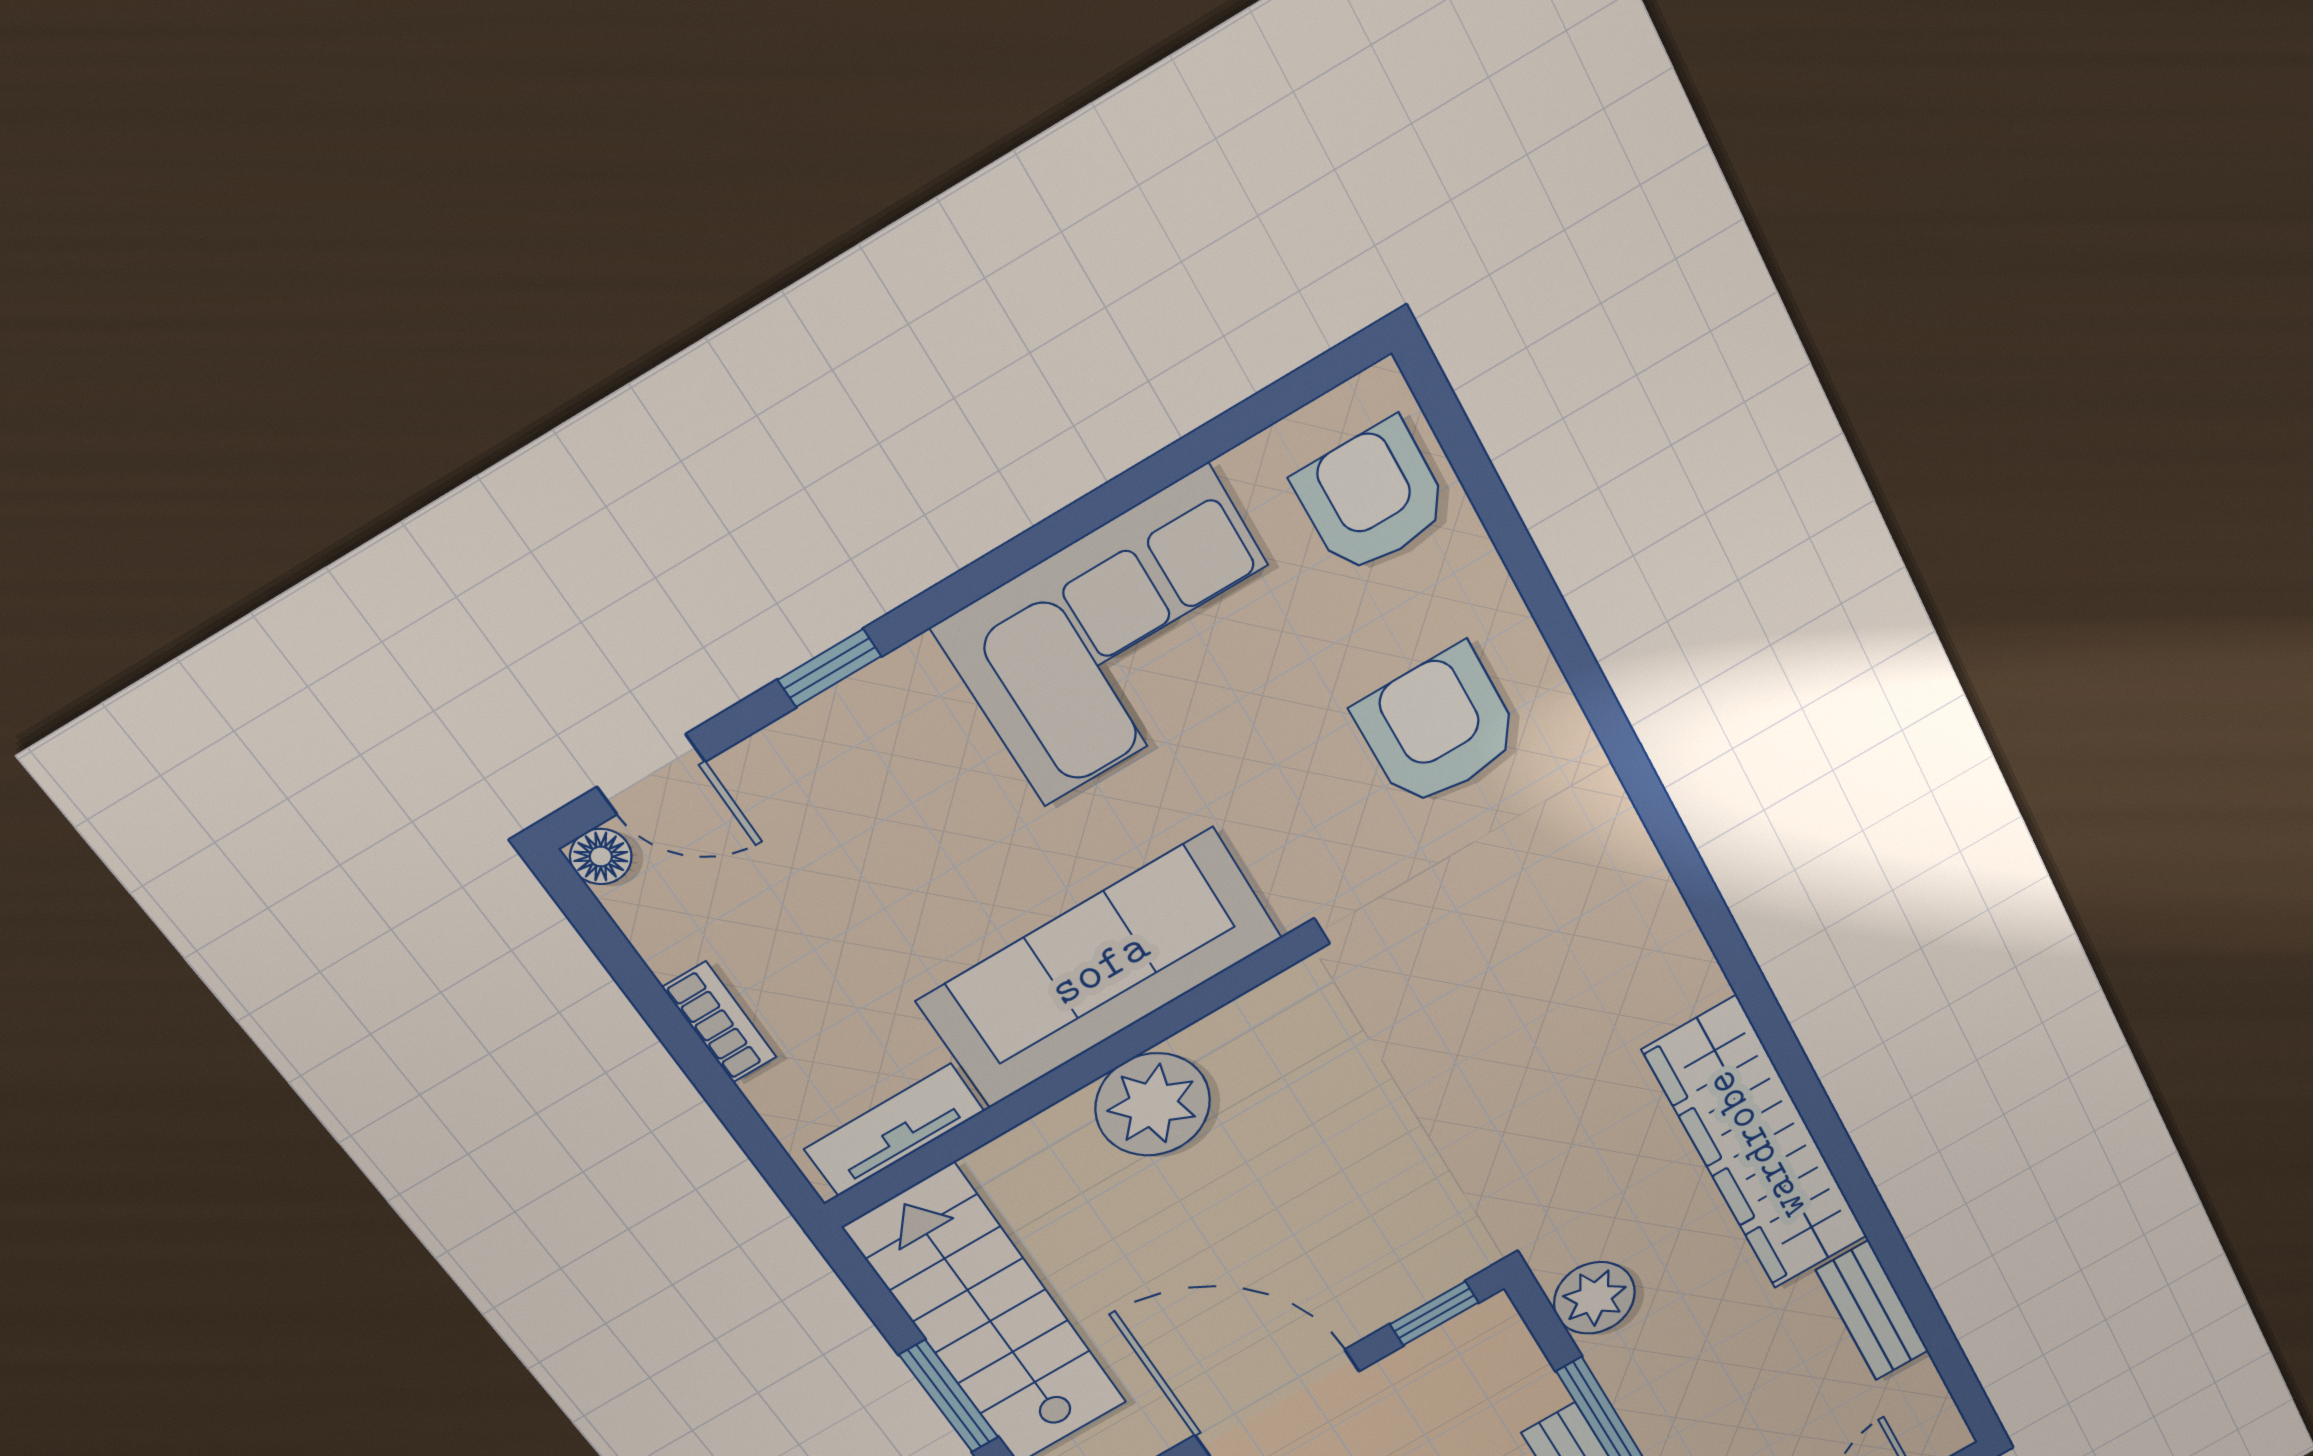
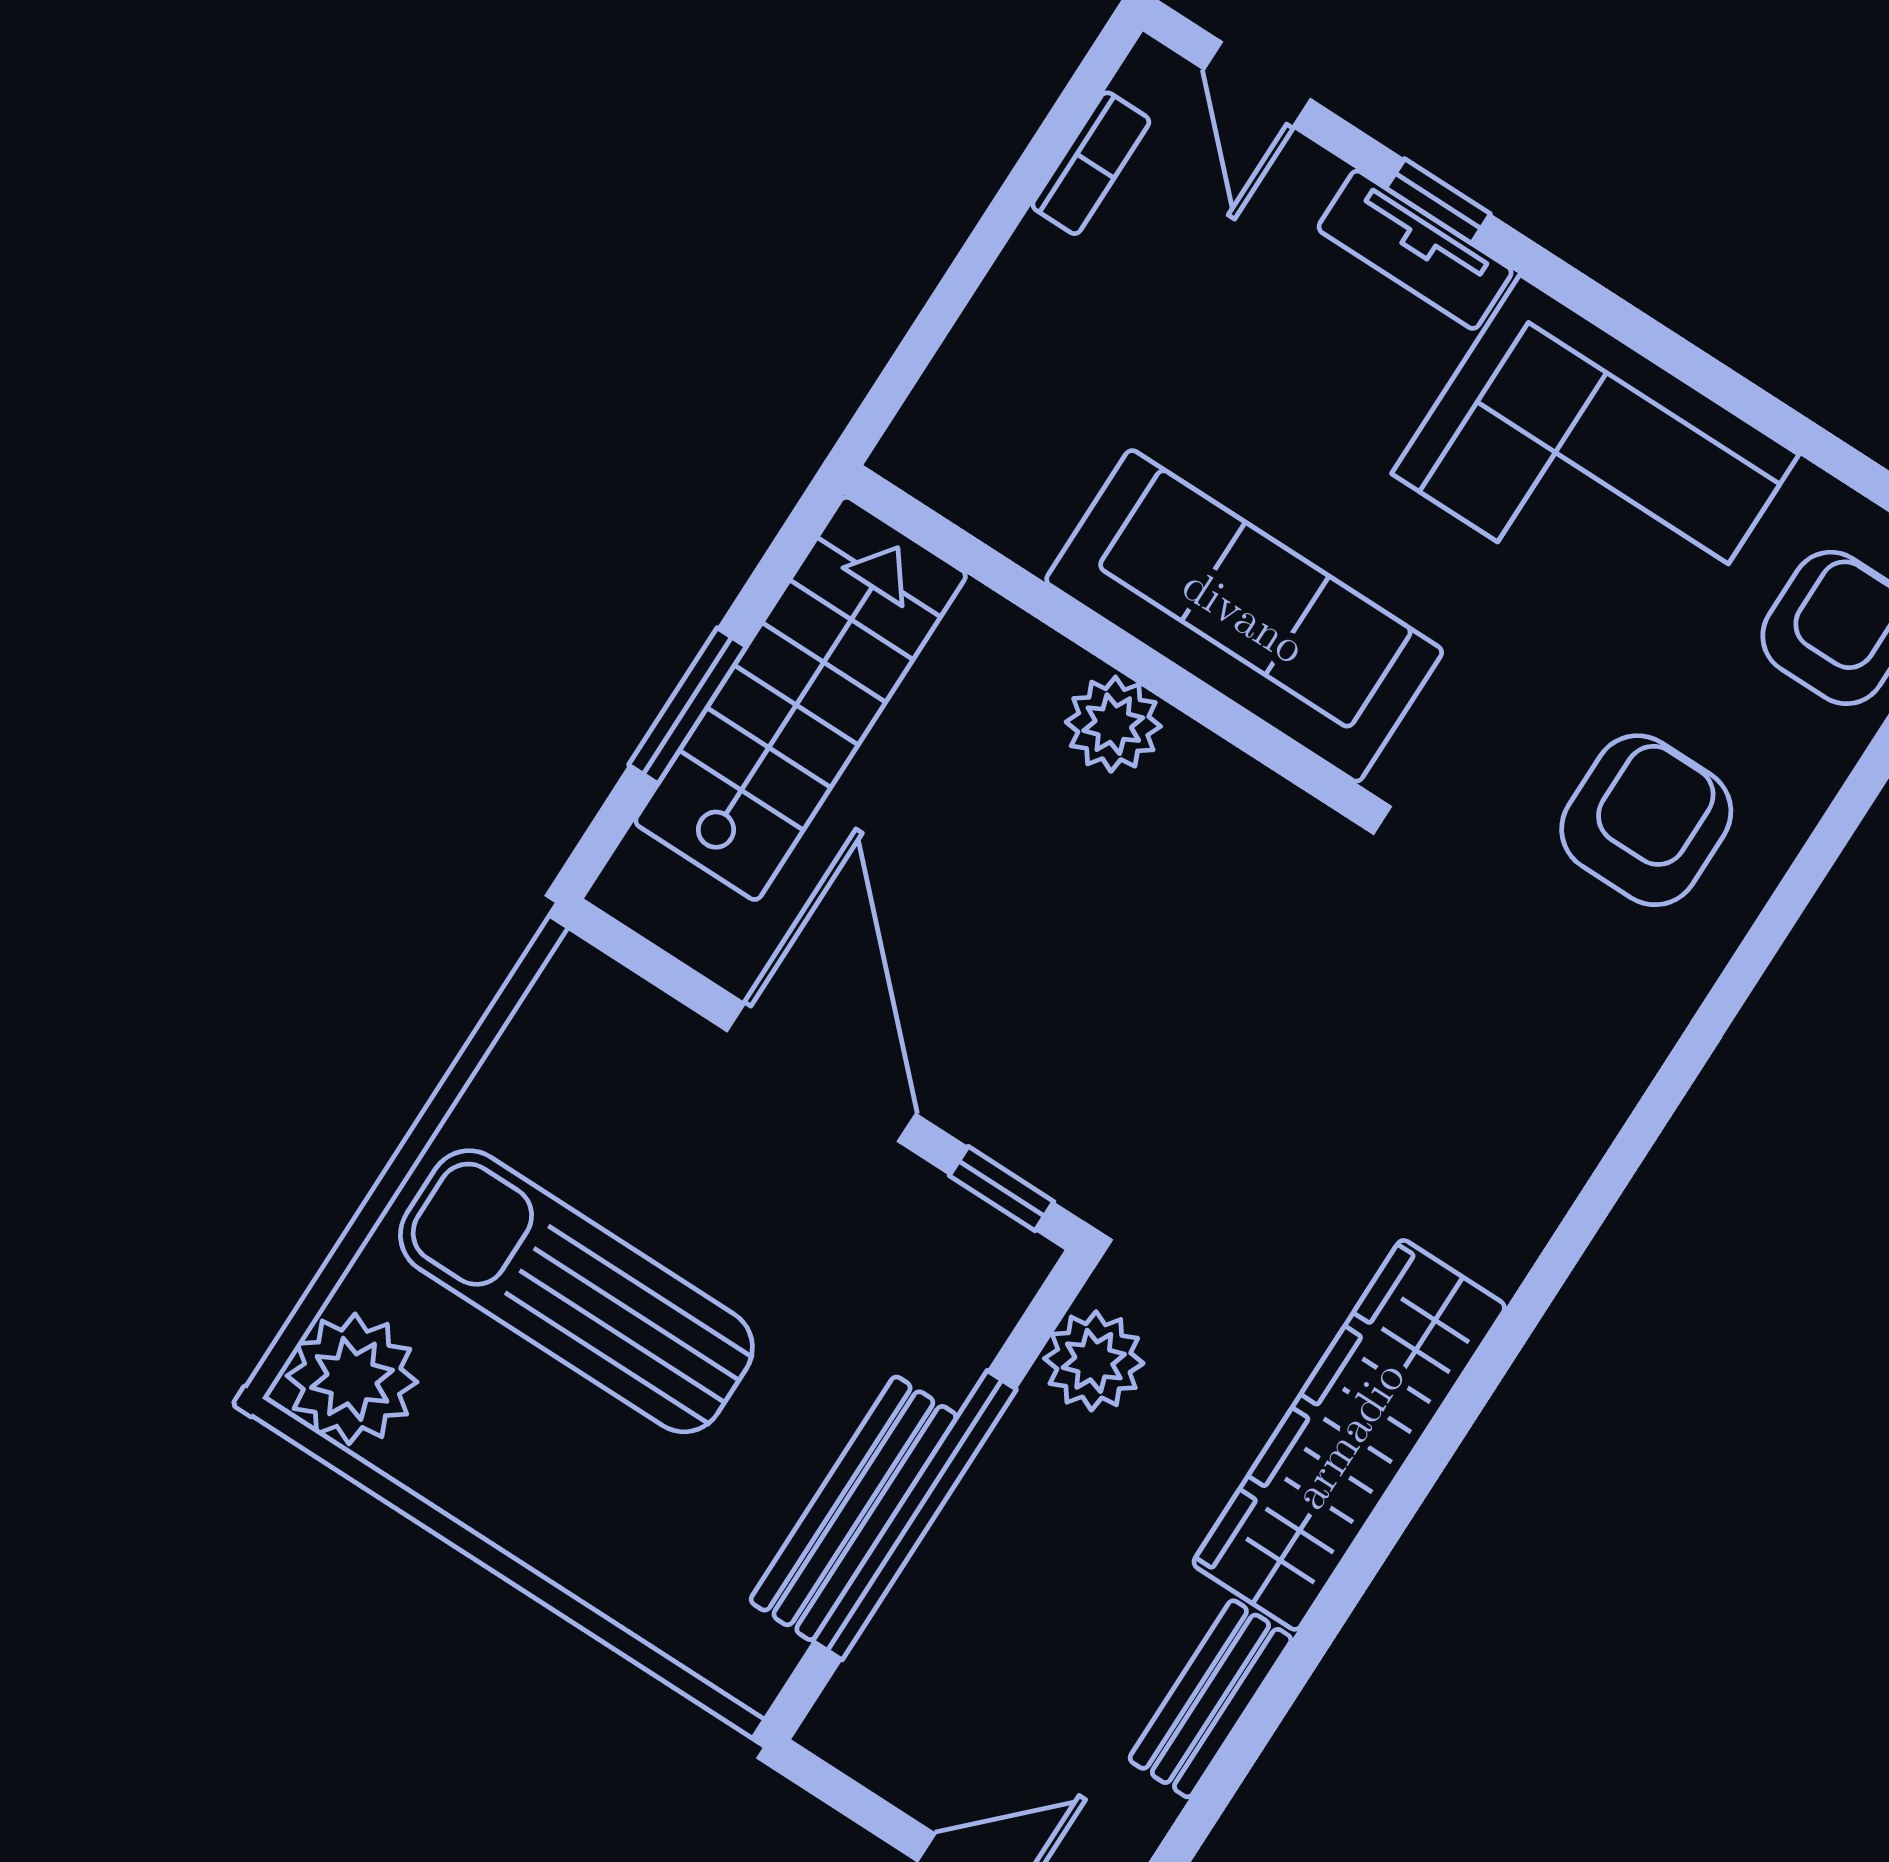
floor lamp: (601, 857) -> (1152, 75), removed
bookcase: (719, 1022) -> (1091, 163), moved
plant: (1153, 1105) -> (1113, 724), width x0.73, depth x0.73
tv unit: (894, 1130) -> (1415, 250), moved, turned 180

